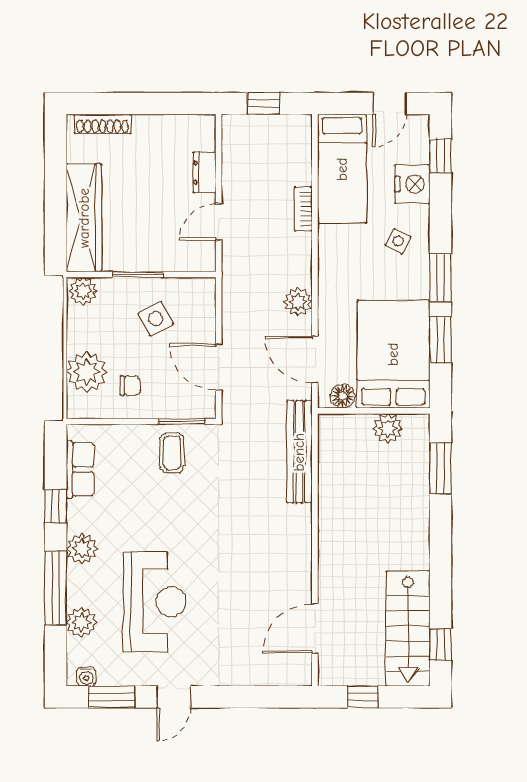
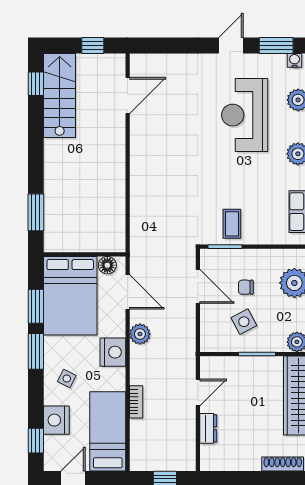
nightstand: (335, 277) -> (113, 352), added
chair: (130, 386) -> (246, 287), moved
plant: (388, 428) -> (74, 242), removed
bench: (299, 452) -> (139, 225), removed

